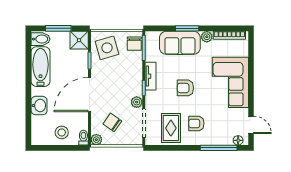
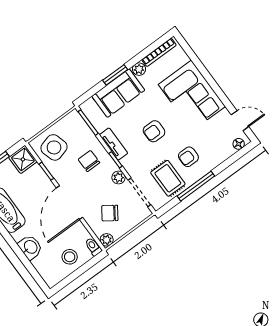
chair: (134, 44) -> (89, 161), moved, turned 180
window: (219, 148) -> (196, 186), moved

